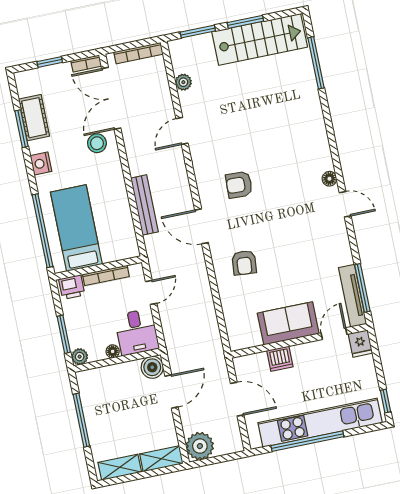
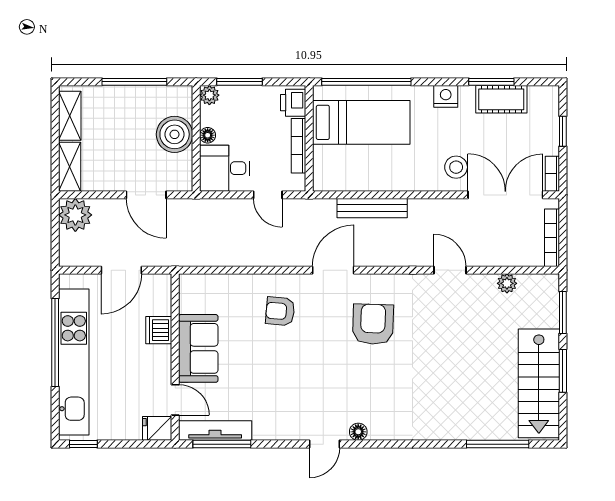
armchair: (239, 185) -> (373, 324), width x1.38, depth x1.38
boiler: (152, 367) -> (175, 134), moved, width x1.37, depth x1.37

